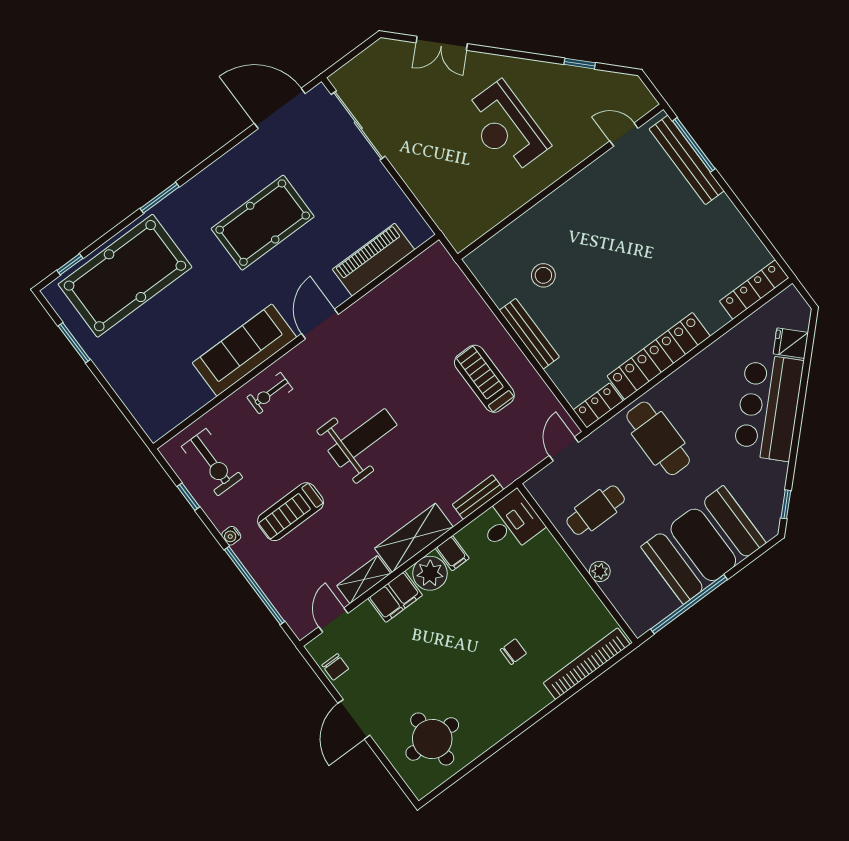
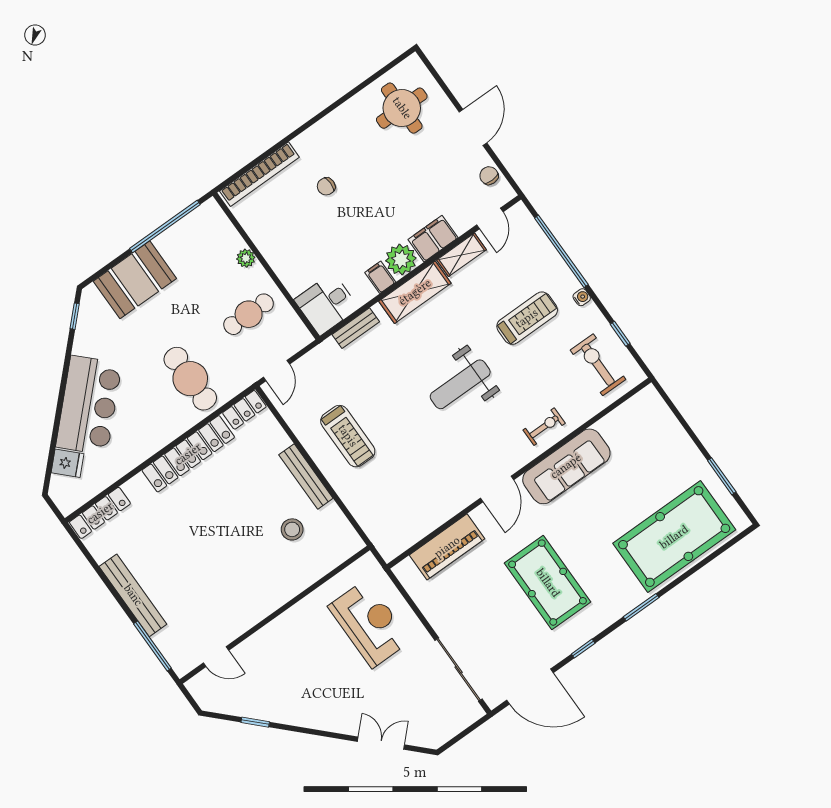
reception desk: (506, 128) -> (369, 624), moved
bench: (687, 160) -> (133, 595), moved
pool table: (263, 223) -> (548, 583), turned 90
window: (70, 264) -> (583, 649), moved
booth: (703, 545) -> (135, 280), width x0.73, depth x0.70

